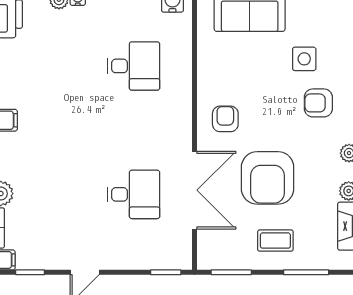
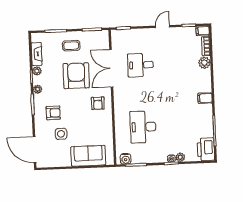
desk: (134, 66) -> (143, 127), width x1.37

